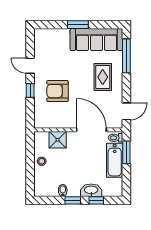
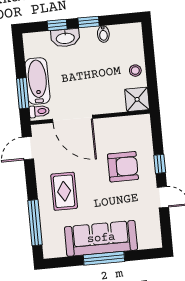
window: (78, 25) -> (104, 258), width x1.44
sofa: (96, 40) -> (101, 238), moved
shower: (58, 140) -> (137, 99), moved

